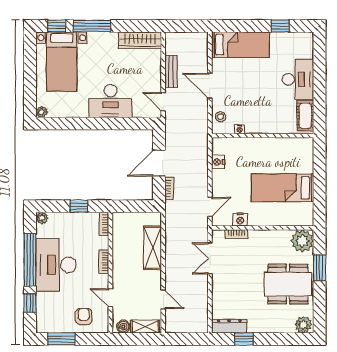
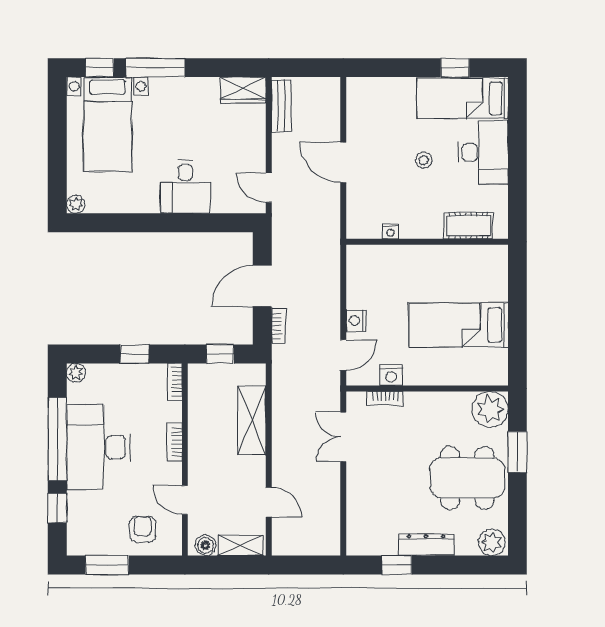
wardrobe: (140, 40) -> (243, 90), width x0.67
bed: (240, 45) -> (463, 98), moved, turned 180
bench: (171, 71) -> (281, 106), moved
desk: (111, 101) -> (185, 187), width x0.73
cot: (305, 116) -> (468, 226), moved, turned 90
stool: (221, 117) -> (424, 160), moved
nightstand: (218, 162) -> (356, 321), moved
window: (133, 206) -> (220, 354), added
dresser: (229, 326) -> (426, 545), moved

